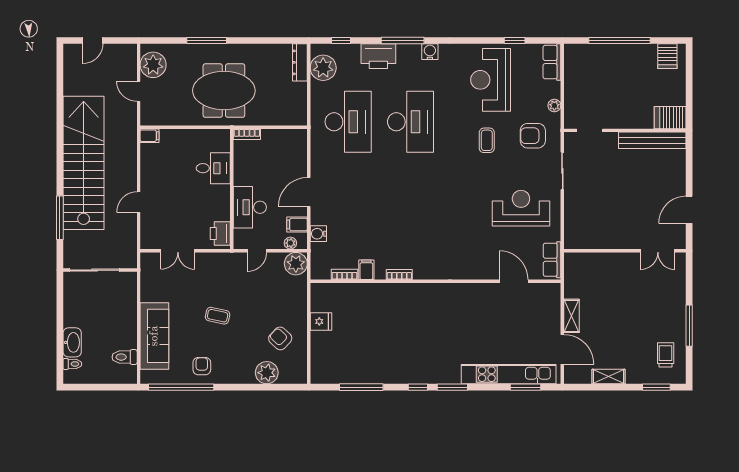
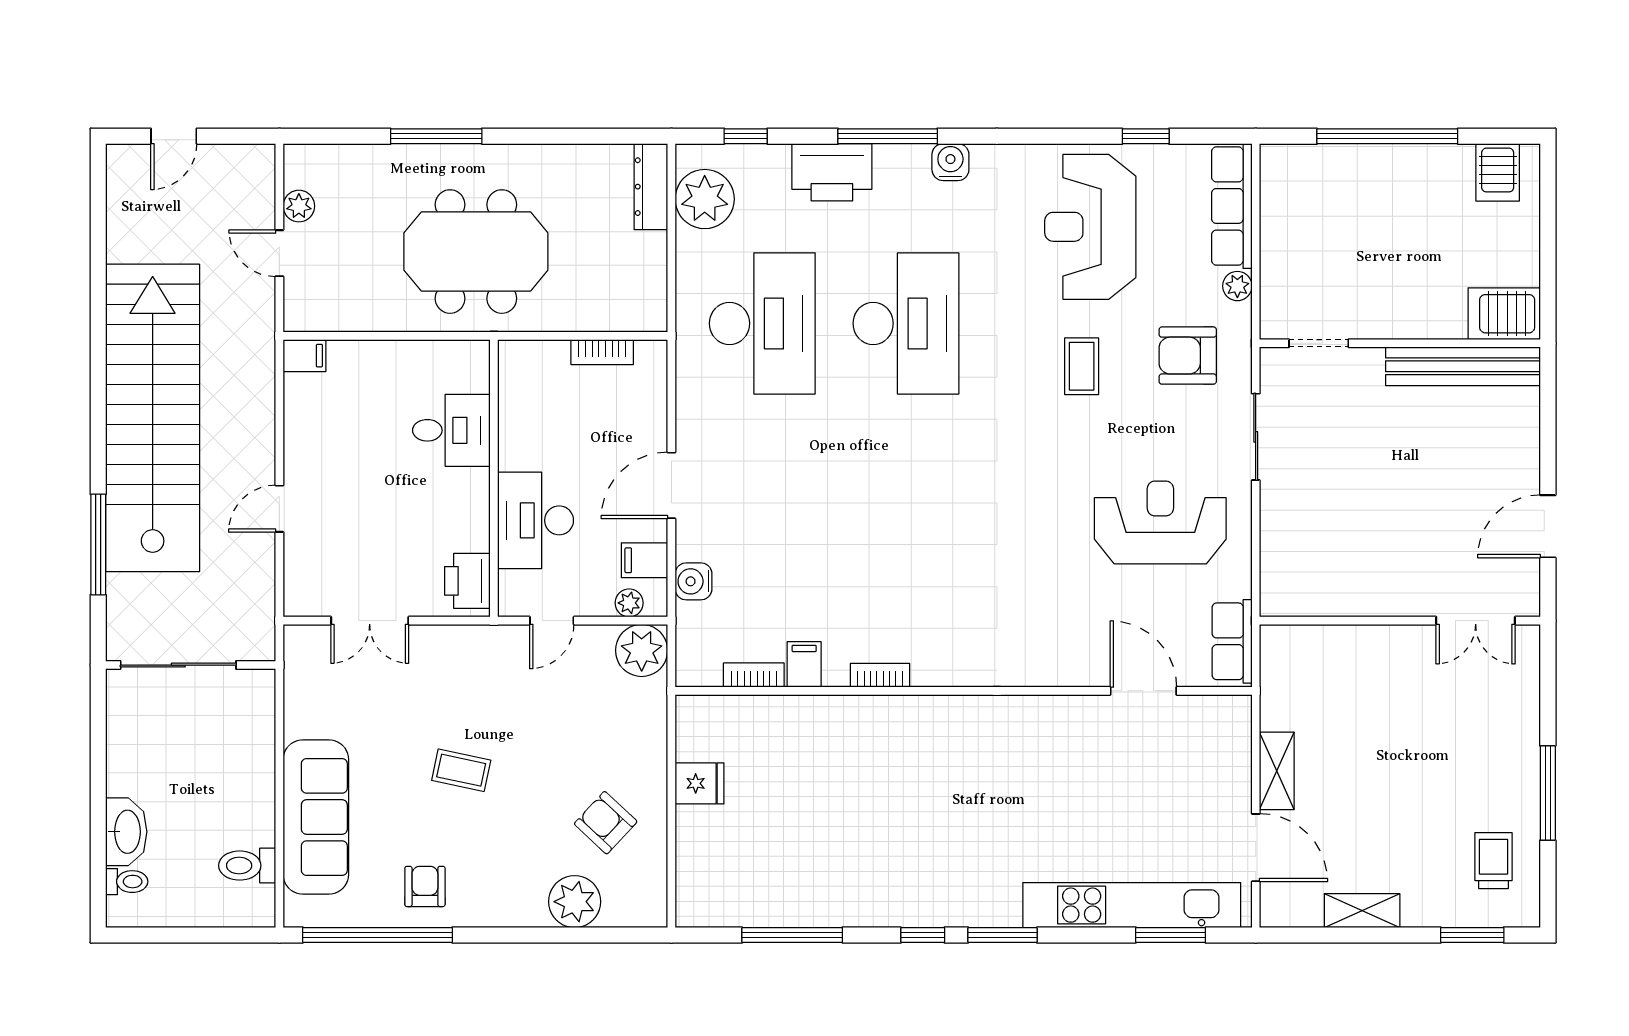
row of seats: (552, 62) -> (1232, 206), width x1.48
plant: (153, 65) -> (299, 206), width x0.53, depth x0.53
bookcase: (247, 134) -> (602, 352), moved

